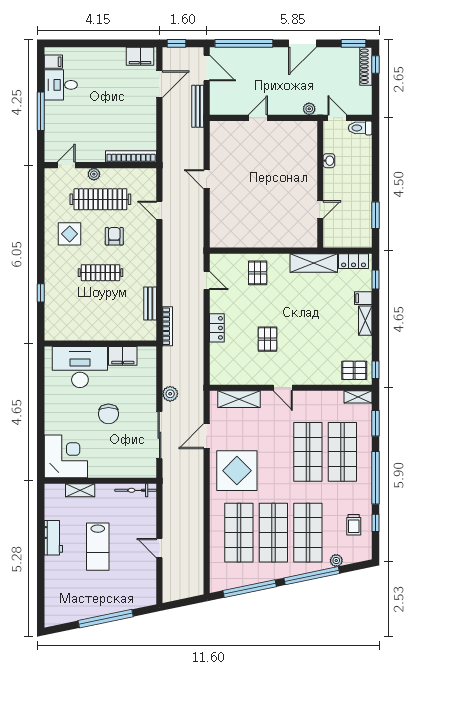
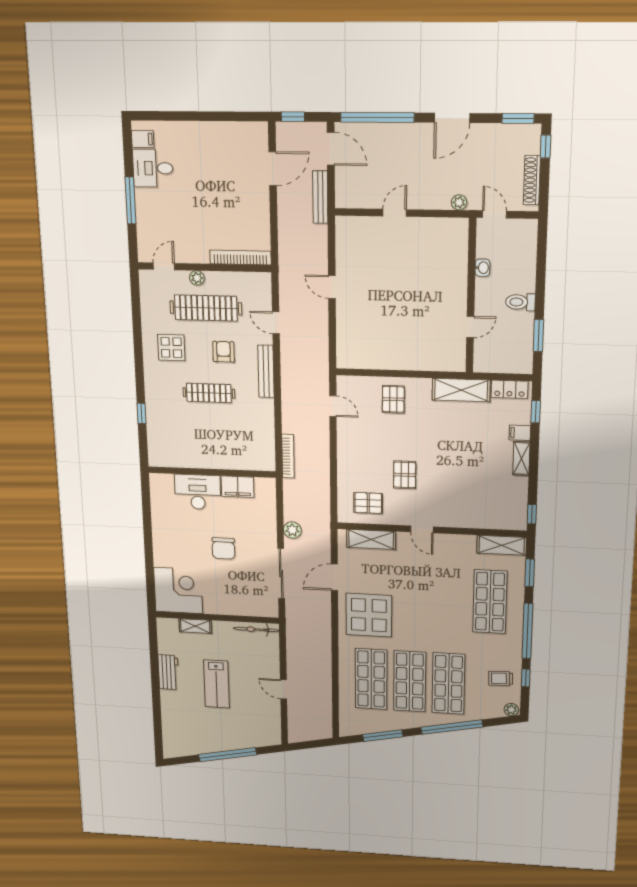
filing cabinet: (140, 56) -> (248, 133), removed
shoe rack: (366, 66) -> (532, 180), moved
toilet: (360, 128) -> (520, 302), moved
bench: (150, 304) -> (266, 371), moved, width x1.36
locker: (217, 328) -> (345, 460), removed
desk: (80, 367) -> (198, 492), width x0.73, depth x0.77
pallet: (354, 370) -> (368, 503), moved
shelving: (358, 397) -> (502, 545), width x1.50, depth x1.33
shop shelf: (308, 452) -> (450, 600), removed
trolley: (354, 525) -> (501, 678), turned 88
plant: (336, 561) -> (511, 710), moved
window: (250, 589) -> (383, 736), width x0.68

